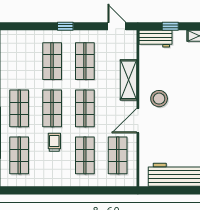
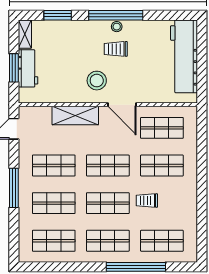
window: (65, 26) -> (14, 188), width x2.17
window: (170, 26) -> (14, 68), width x1.50
workbench: (156, 39) -> (28, 68), moved
shop shelf: (19, 61) -> (54, 241), added
trolley: (187, 115) -> (116, 49), added

